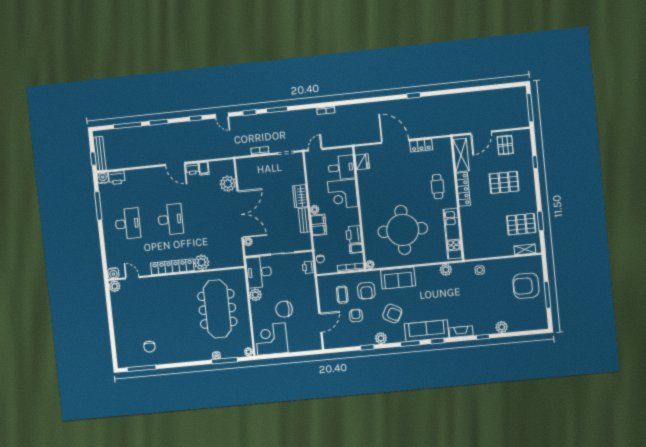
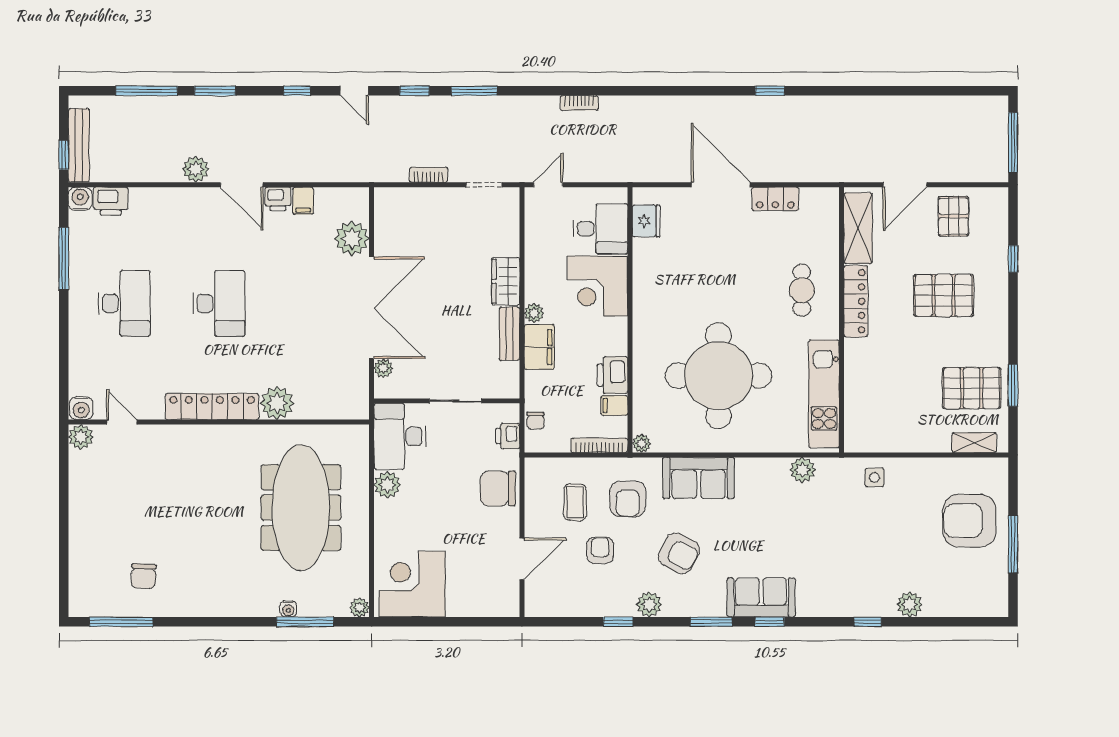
plant: (154, 159) -> (196, 169), added
chair: (284, 309) -> (498, 489), moved
sofa: (427, 331) -> (761, 597), width x0.73
fireplace: (461, 332) -> (822, 606), removed

